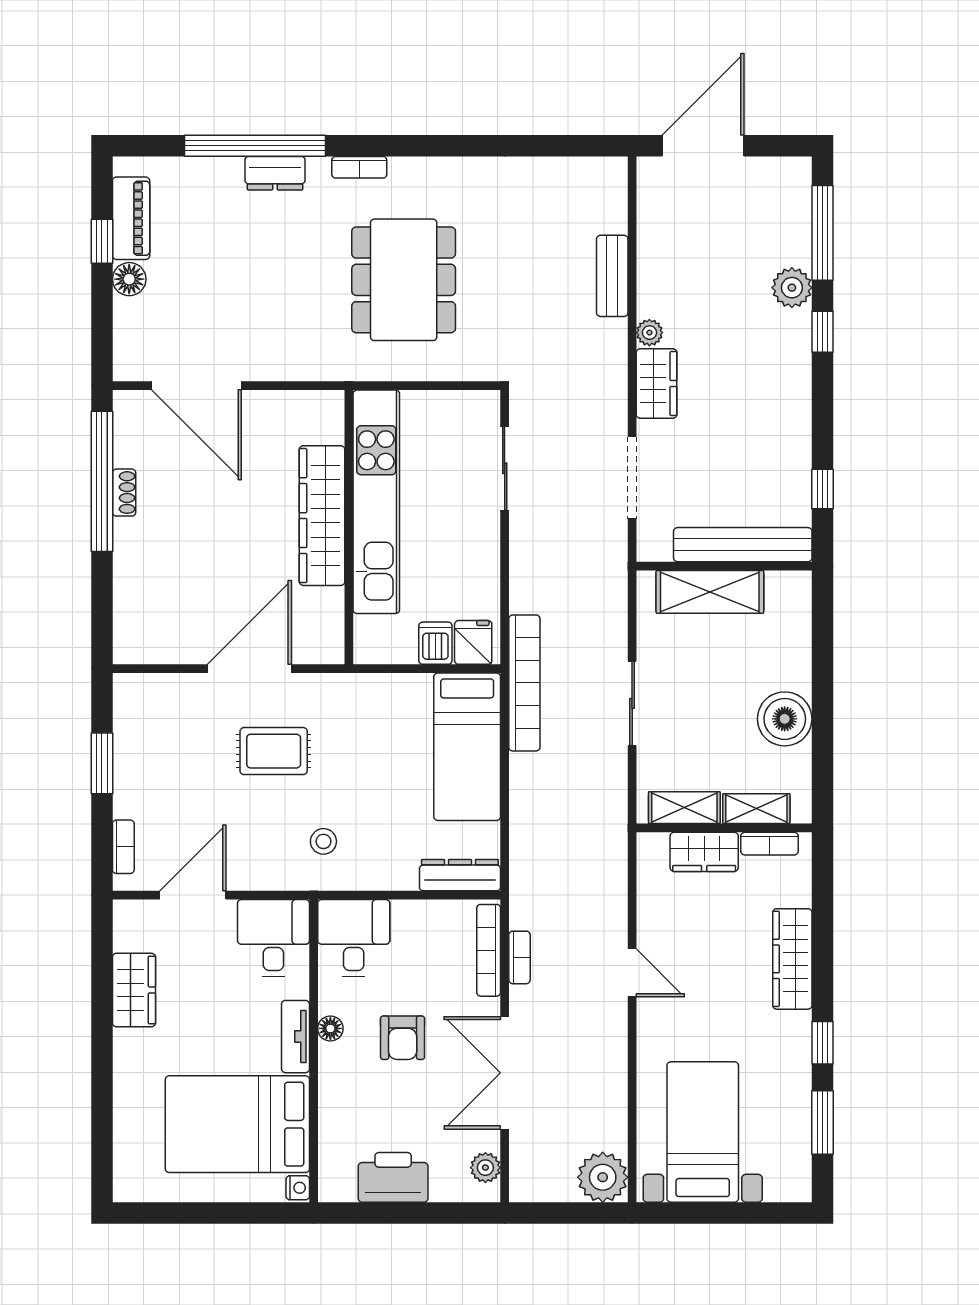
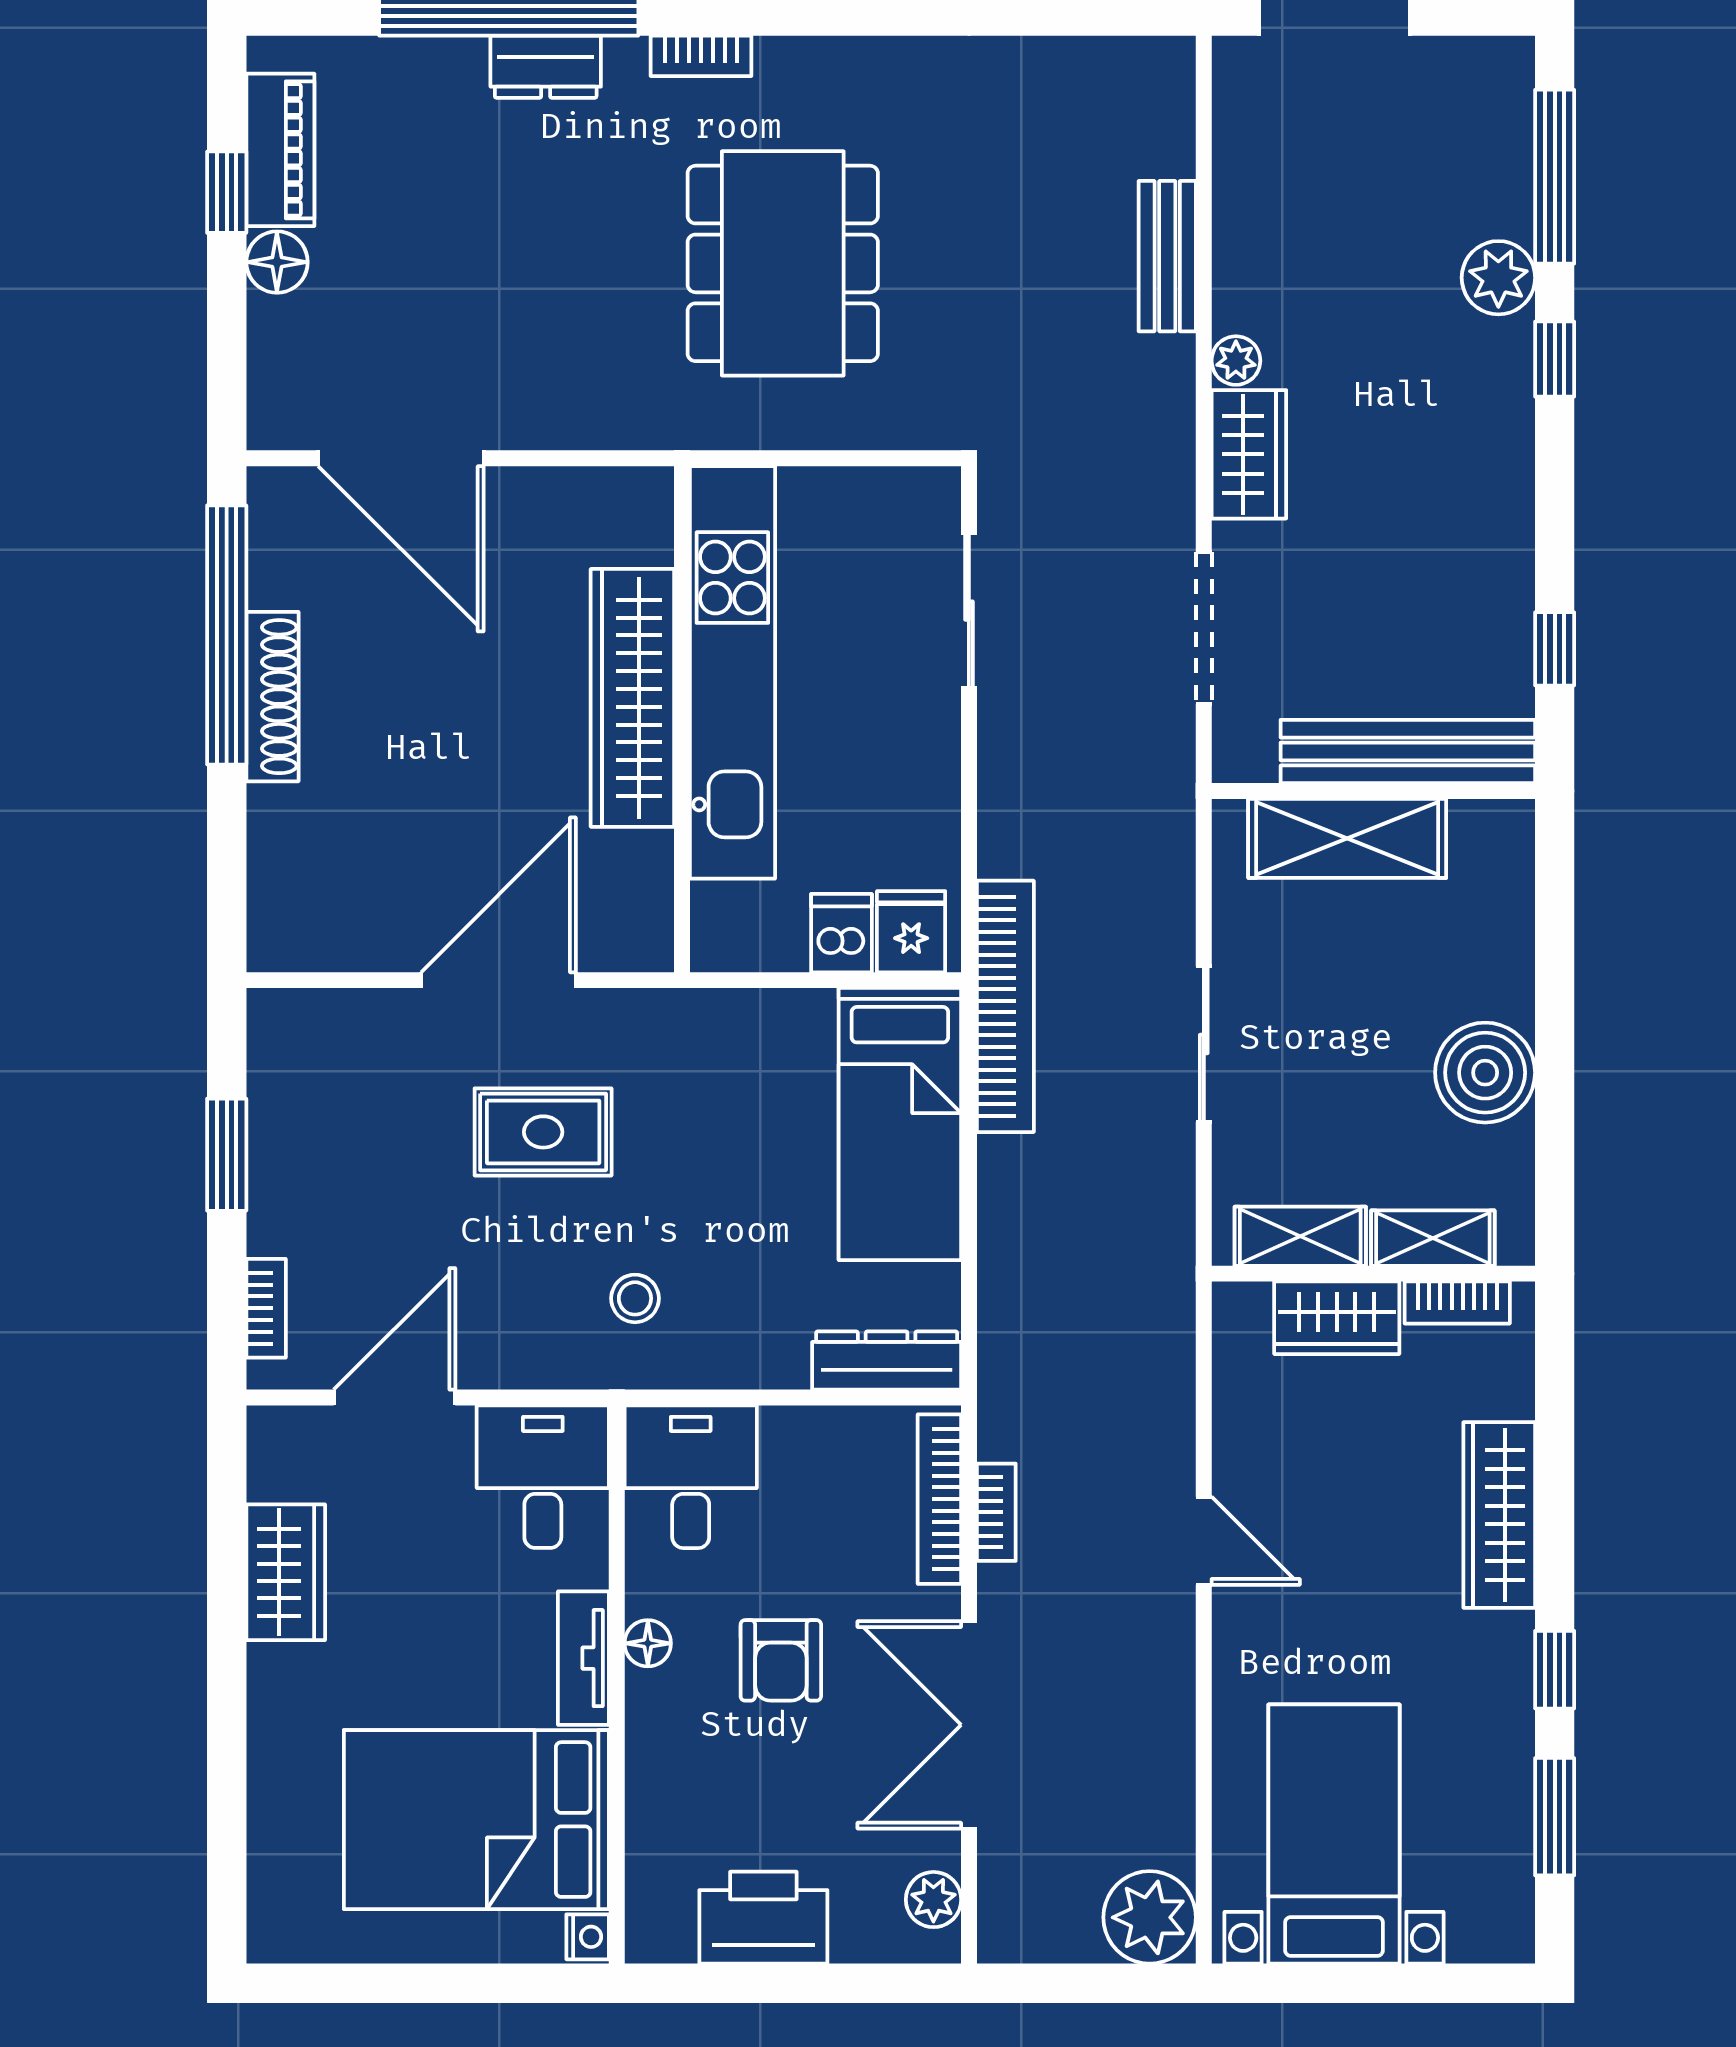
shoe rack: (124, 493) -> (272, 697), width x1.94, depth x1.24

